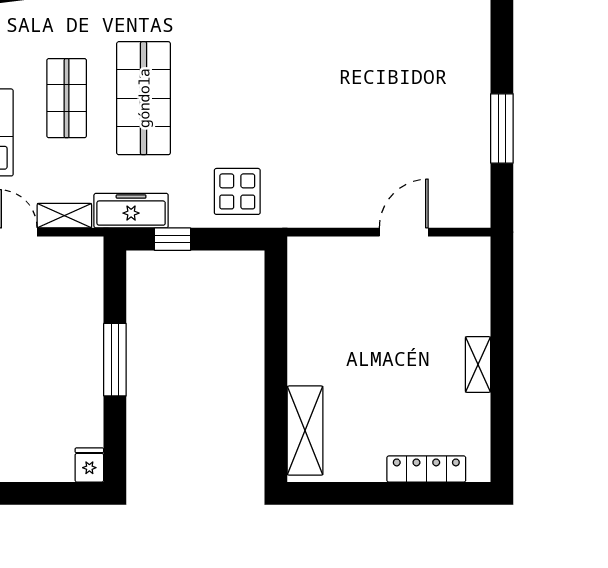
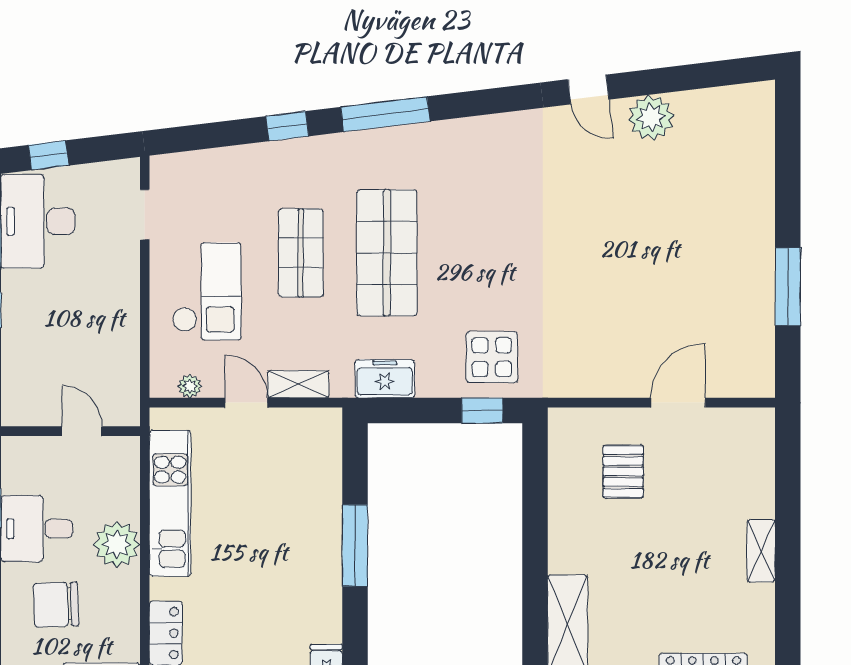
freezer: (131, 211) -> (385, 379), width x0.71
window: (173, 239) -> (482, 411), moved
pallet: (355, 294) -> (623, 472), added

